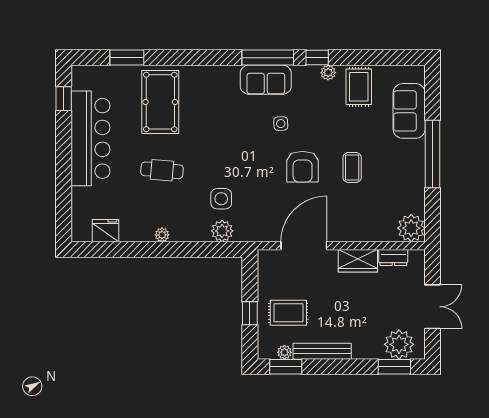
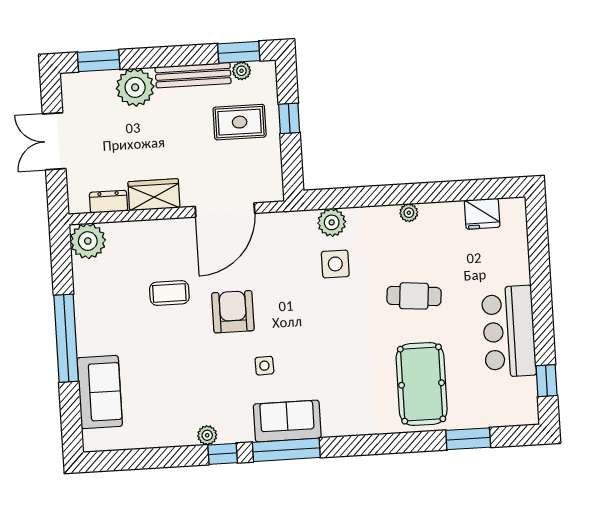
rug: (359, 87) -> (167, 419), removed
bar counter: (90, 138) -> (509, 332), width x0.73
coffee table: (352, 167) -> (169, 293), moved, turned 90
plant: (399, 344) -> (135, 87), moved

